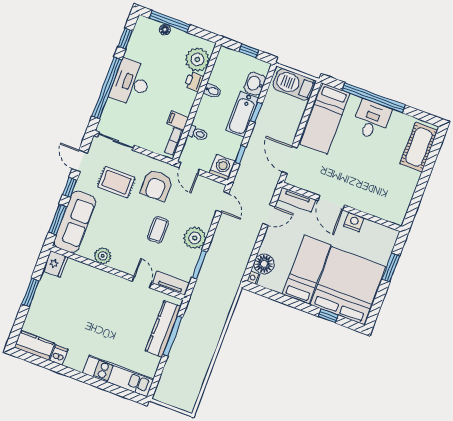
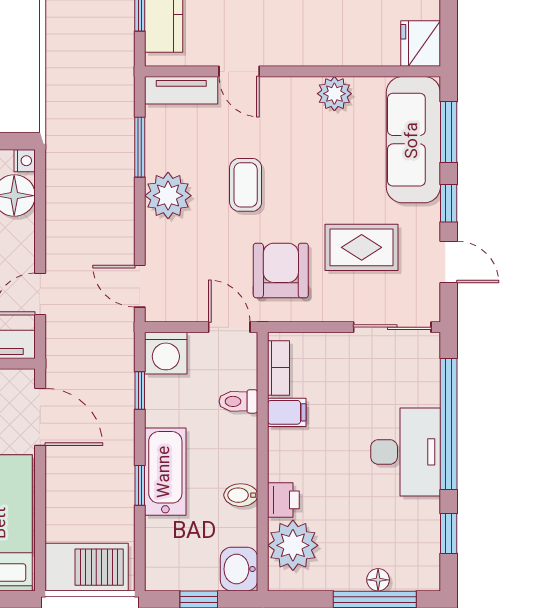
washbasin: (255, 84) -> (239, 569), moved, turned 180

